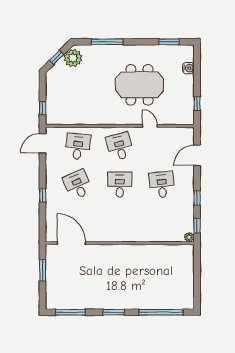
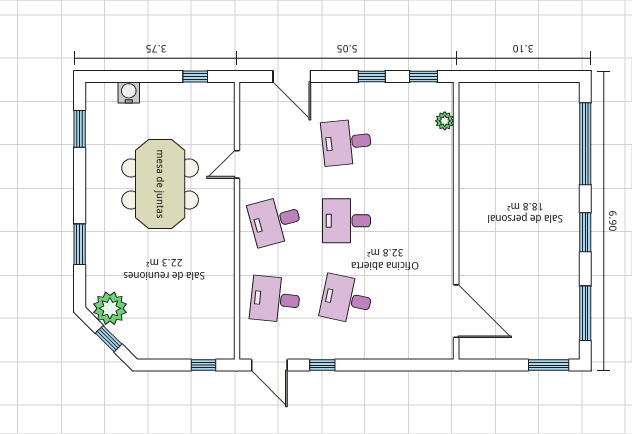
window: (107, 42) -> (80, 244), width x0.69
desk: (78, 185) -> (347, 299), turned 36
window: (43, 195) -> (322, 365), moved
plant: (189, 237) -> (445, 121), moved
door: (71, 243) -> (456, 311), swing flipped
window: (43, 270) -> (549, 365), moved

